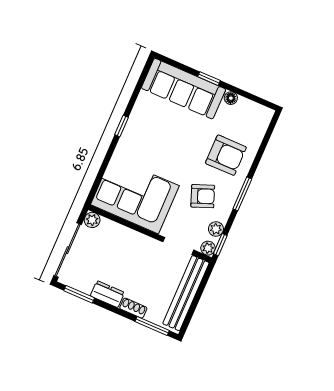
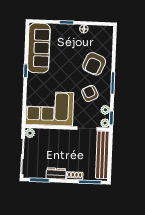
sofa: (184, 89) -> (39, 48), moved, turned -90
armchair: (226, 155) -> (94, 64), turned 113
armchair: (203, 196) -> (90, 93), turned -95

